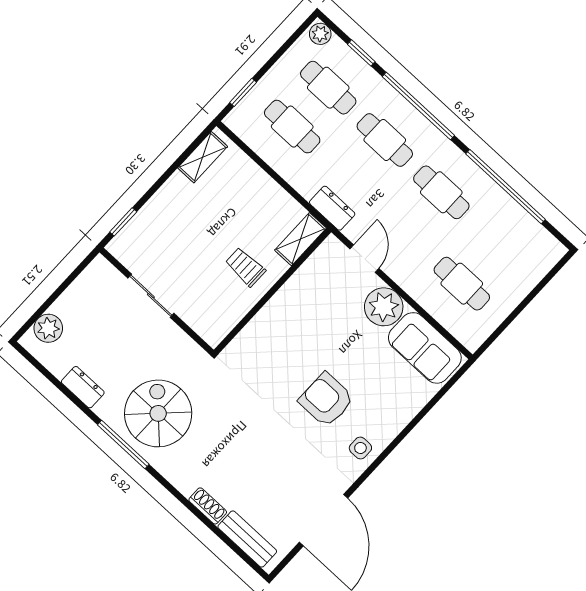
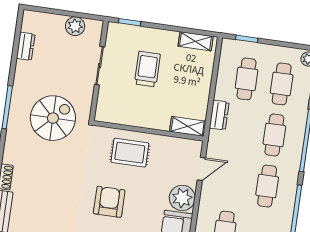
dresser: (332, 208) -> (219, 115), moved
trolley: (245, 267) -> (147, 69), moved, width x1.36, depth x1.39
plant: (48, 328) -> (75, 26), moved
rug: (284, 333) -> (130, 153), added
dresser: (83, 387) -> (26, 46), moved
spiral stairs: (158, 413) -> (53, 118), moved

